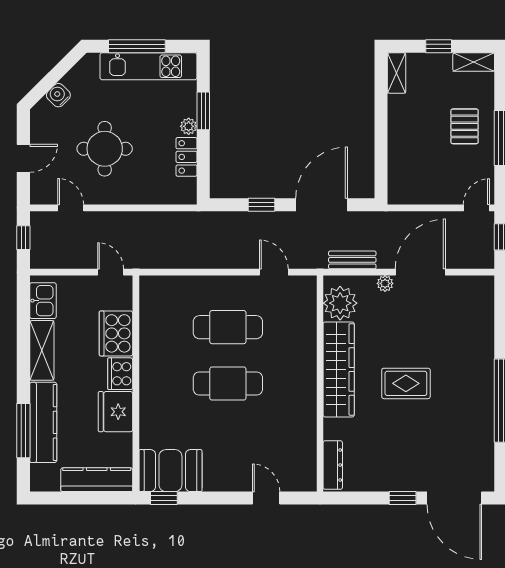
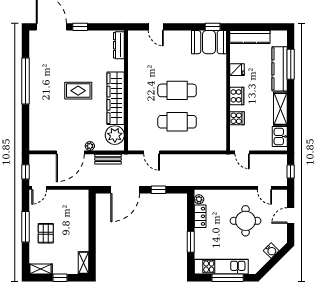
plant: (189, 126) -> (199, 199), moved
cooker: (116, 333) -> (237, 118), width x0.53, depth x0.76
fridge: (115, 412) -> (237, 70), width x0.53, depth x0.75

